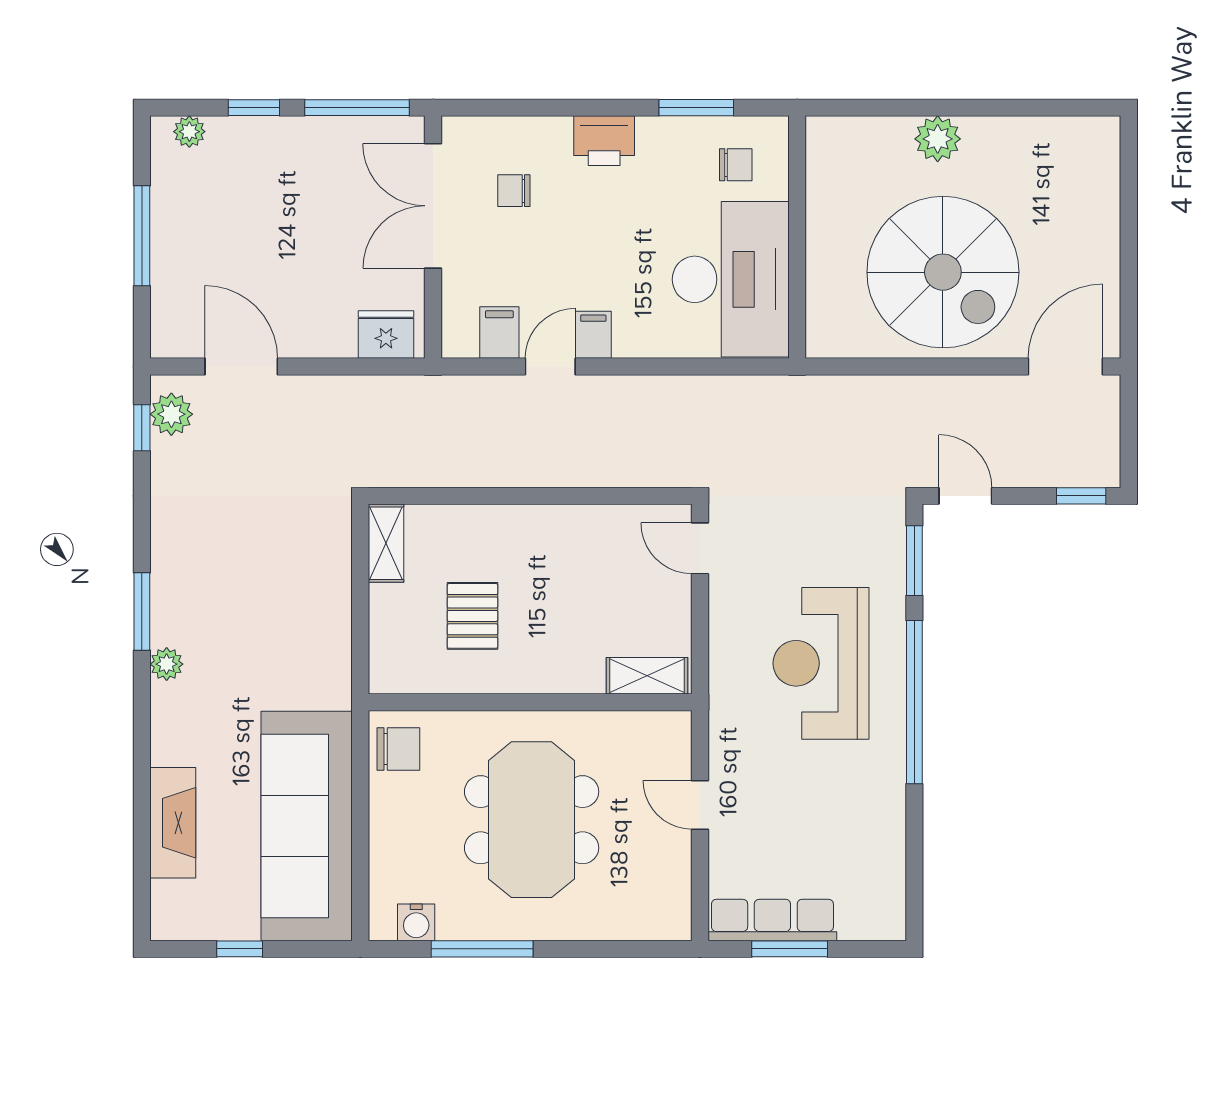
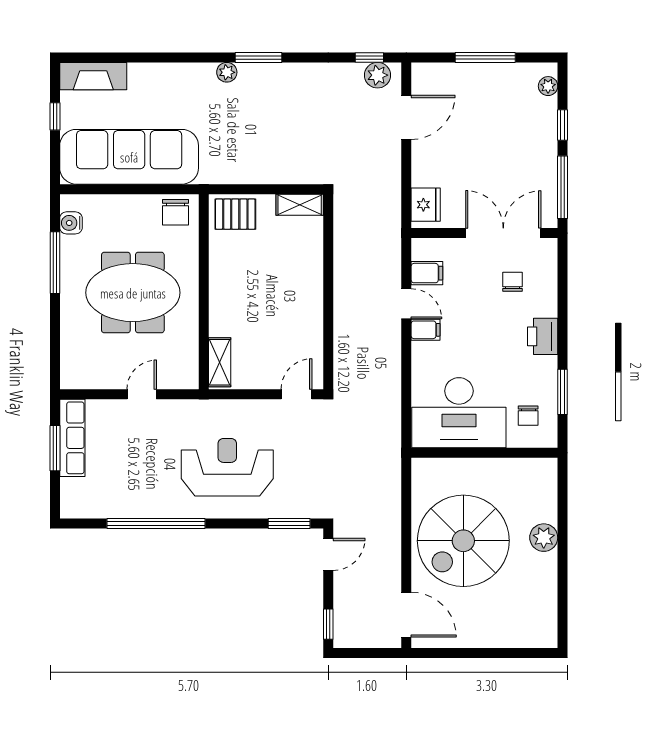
pallet: (472, 616) -> (235, 214), moved
window: (914, 702) -> (156, 524), moved
fireplace: (173, 823) -> (93, 76), moved

